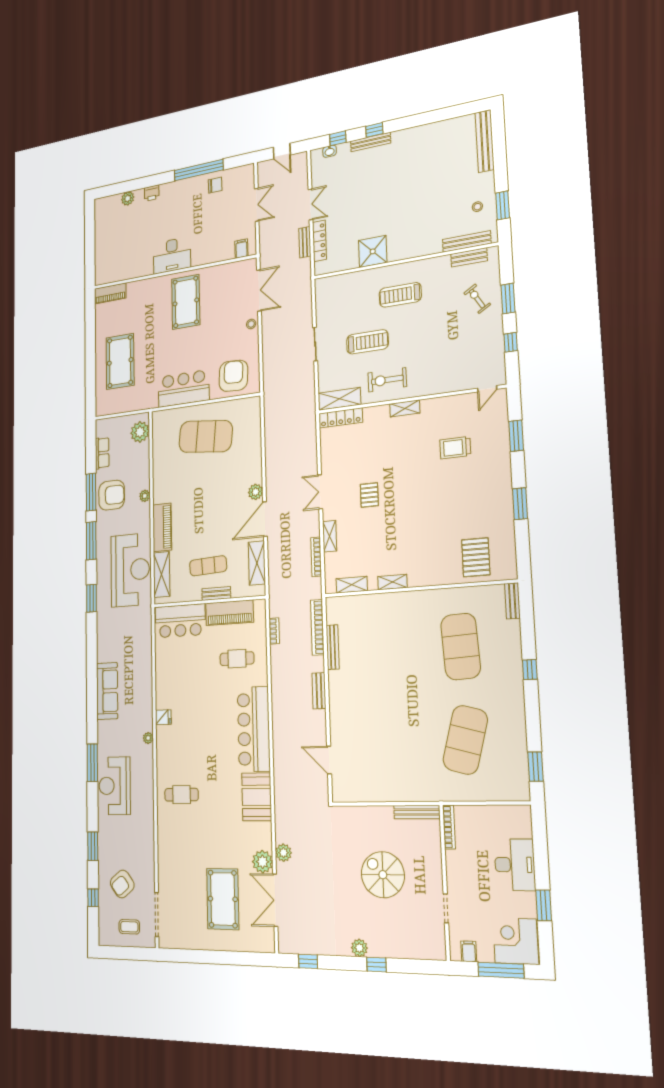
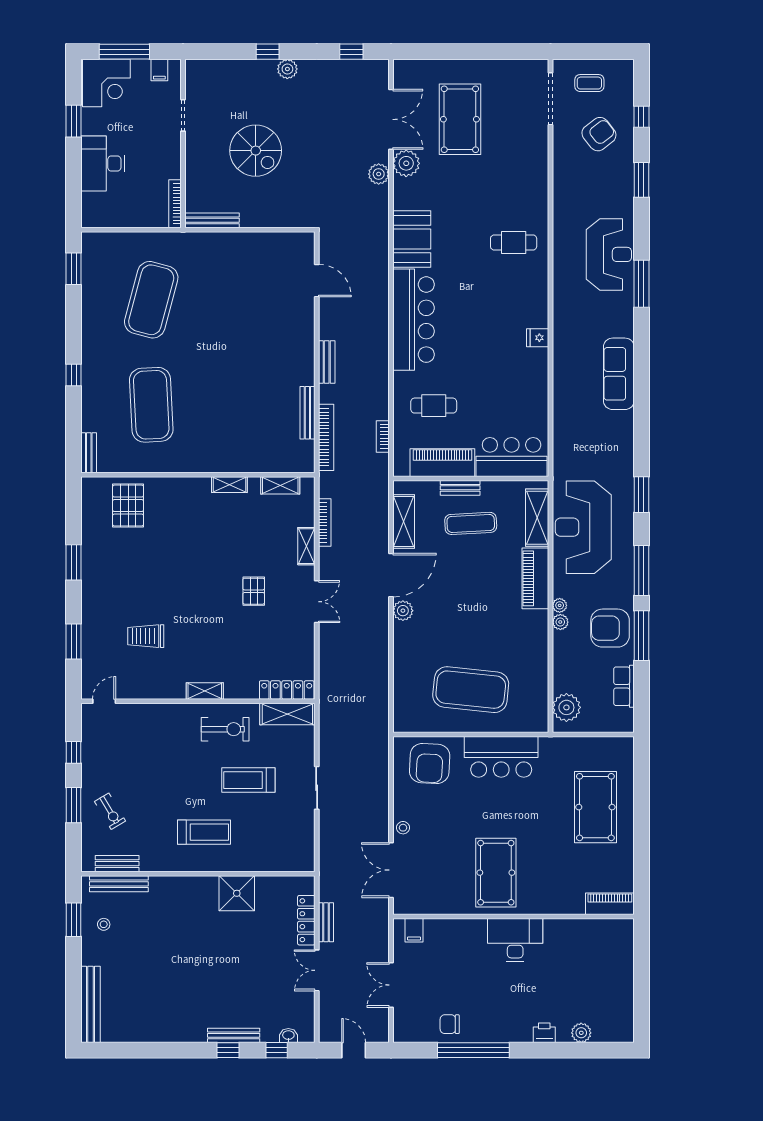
trolley: (455, 448) -> (146, 636), turned 180
plant: (148, 738) -> (560, 605), moved

